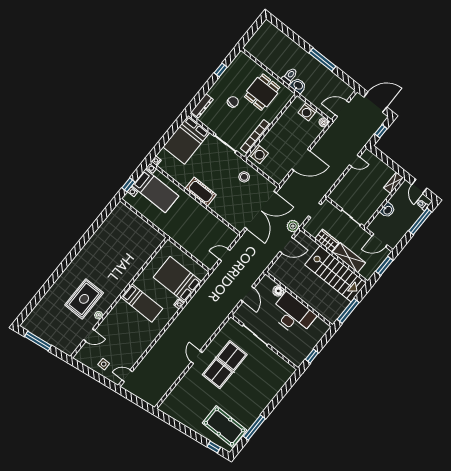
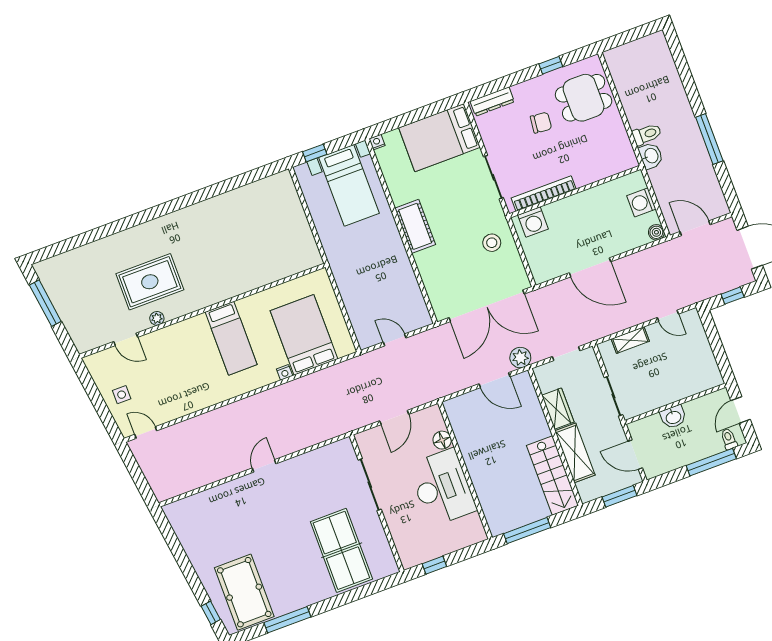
dining table: (262, 92) -> (584, 98), moved
shelving: (393, 183) -> (630, 340), moved
stairs: (336, 274) -> (553, 476), width x0.73, depth x0.66
table tennis table: (225, 365) -> (341, 550), moved, turned 90

